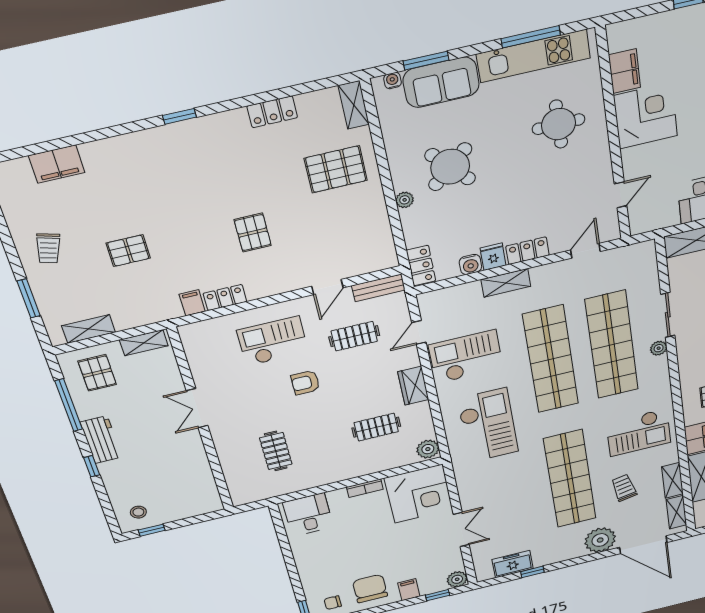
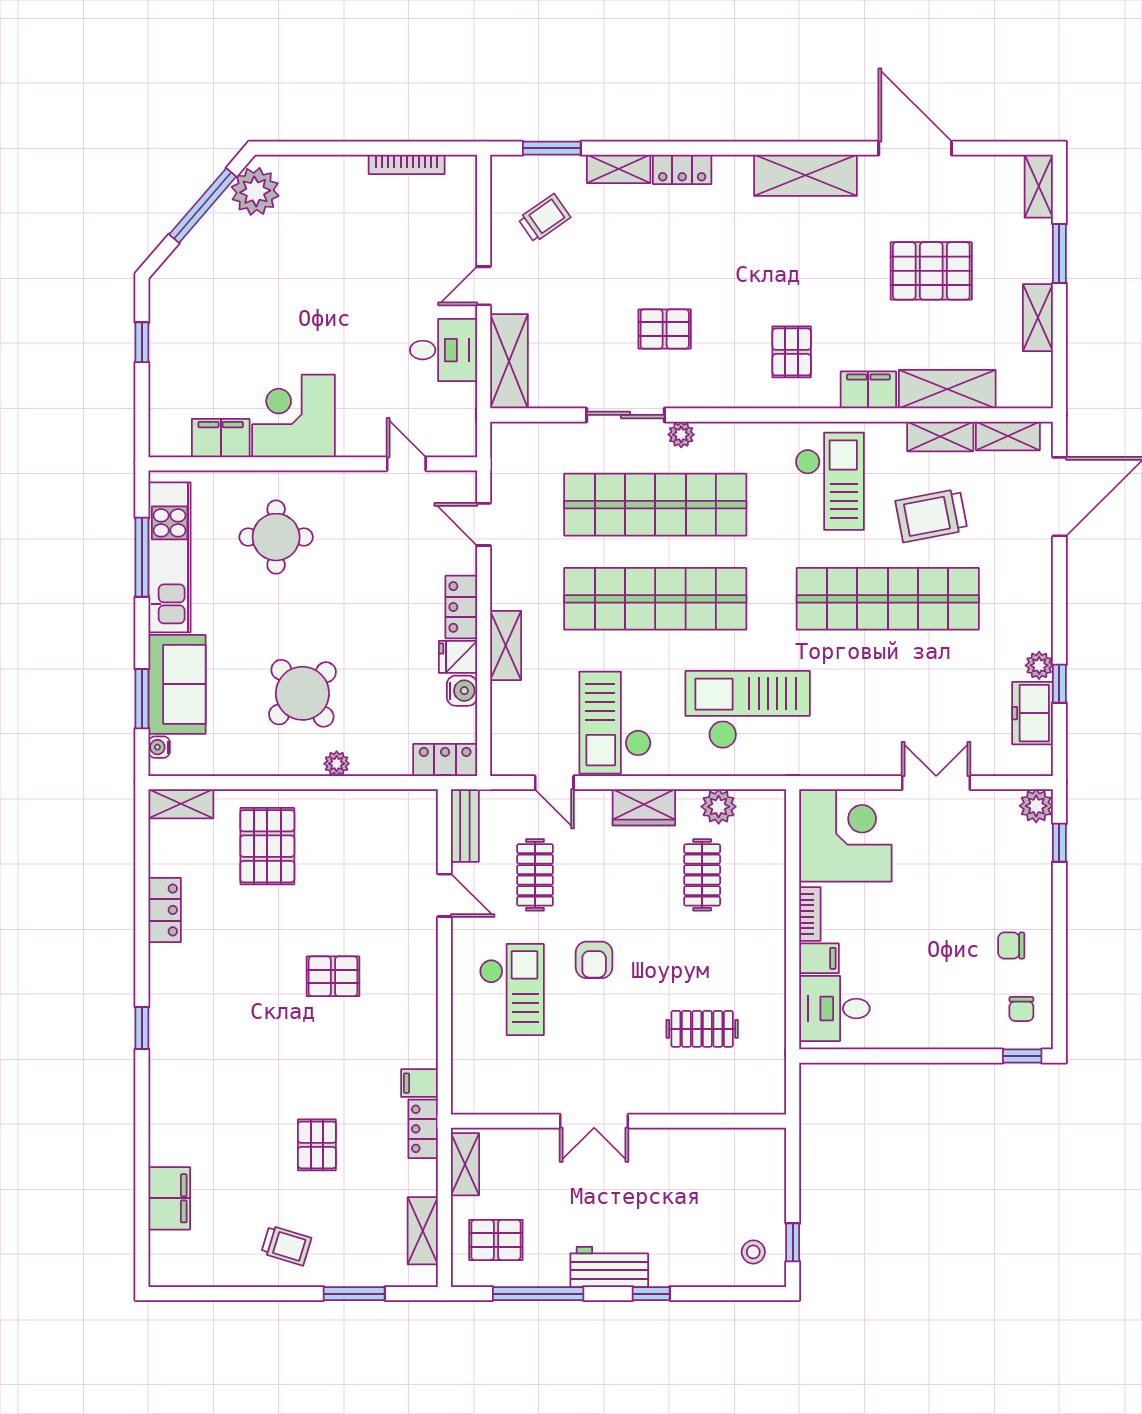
locker: (225, 297) -> (423, 1129), moved
checkout: (273, 341) -> (512, 990), turned 180
plant: (428, 449) -> (719, 807), moved
trolley: (624, 488) -> (931, 516), width x1.36, depth x1.39
plant: (600, 540) -> (1039, 665), moved, width x0.53, depth x0.53
chair: (370, 589) -> (1011, 946), width x0.54, depth x0.54
filing cabinet: (409, 590) -> (819, 958), moved, turned 180

